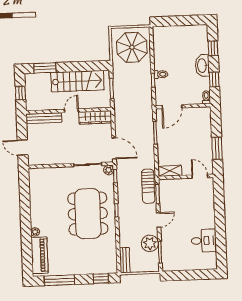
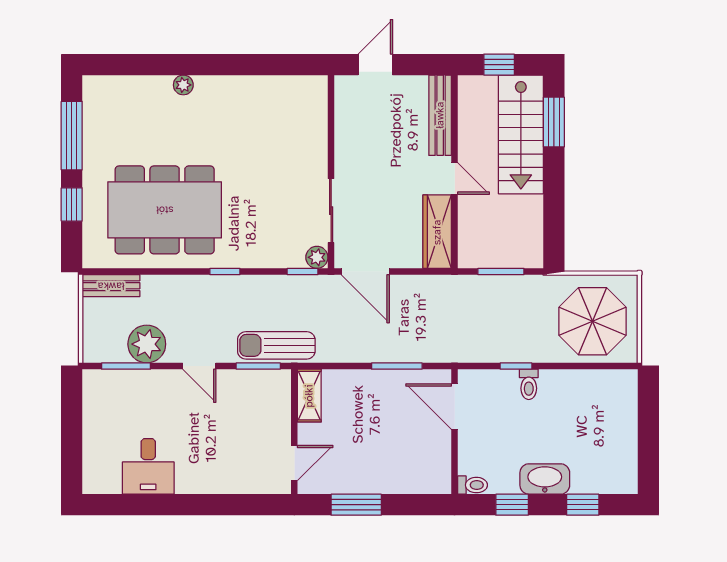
stairs: (77, 81) -> (521, 134), moved
door: (114, 148) -> (365, 272), hinge flipped
dining table: (88, 214) -> (165, 210), moved
piano: (40, 255) -> (130, 93), removed
window: (101, 279) -> (72, 204), moved

